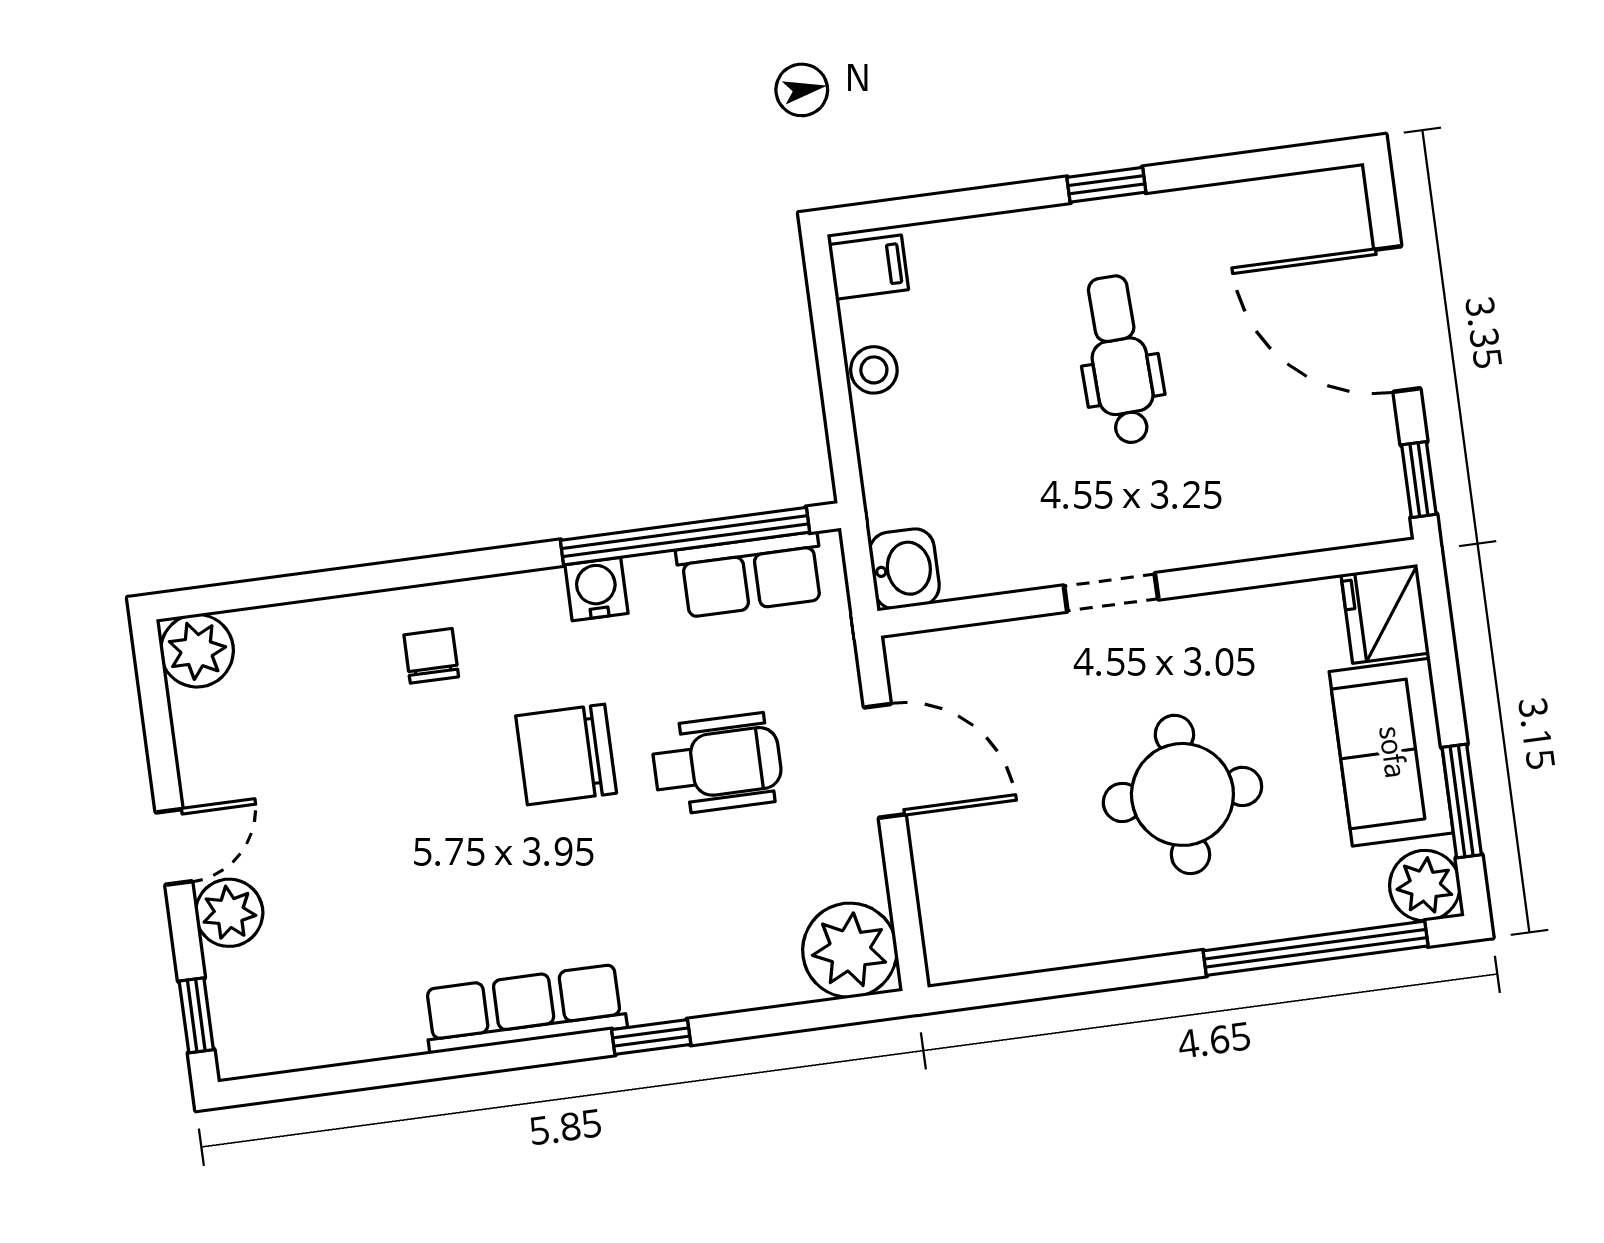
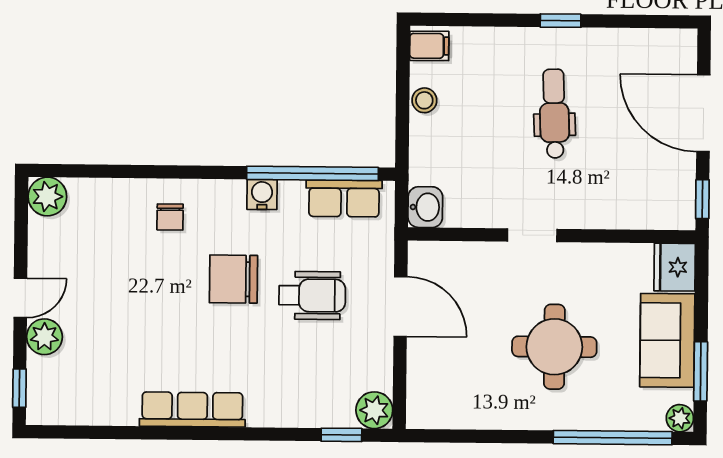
chair: (431, 656) -> (170, 217), turned 180
plant: (1425, 886) -> (680, 418), width x0.73, depth x0.73
plant: (850, 950) -> (374, 410), width x0.73, depth x0.73
window: (651, 1037) -> (341, 435), moved

